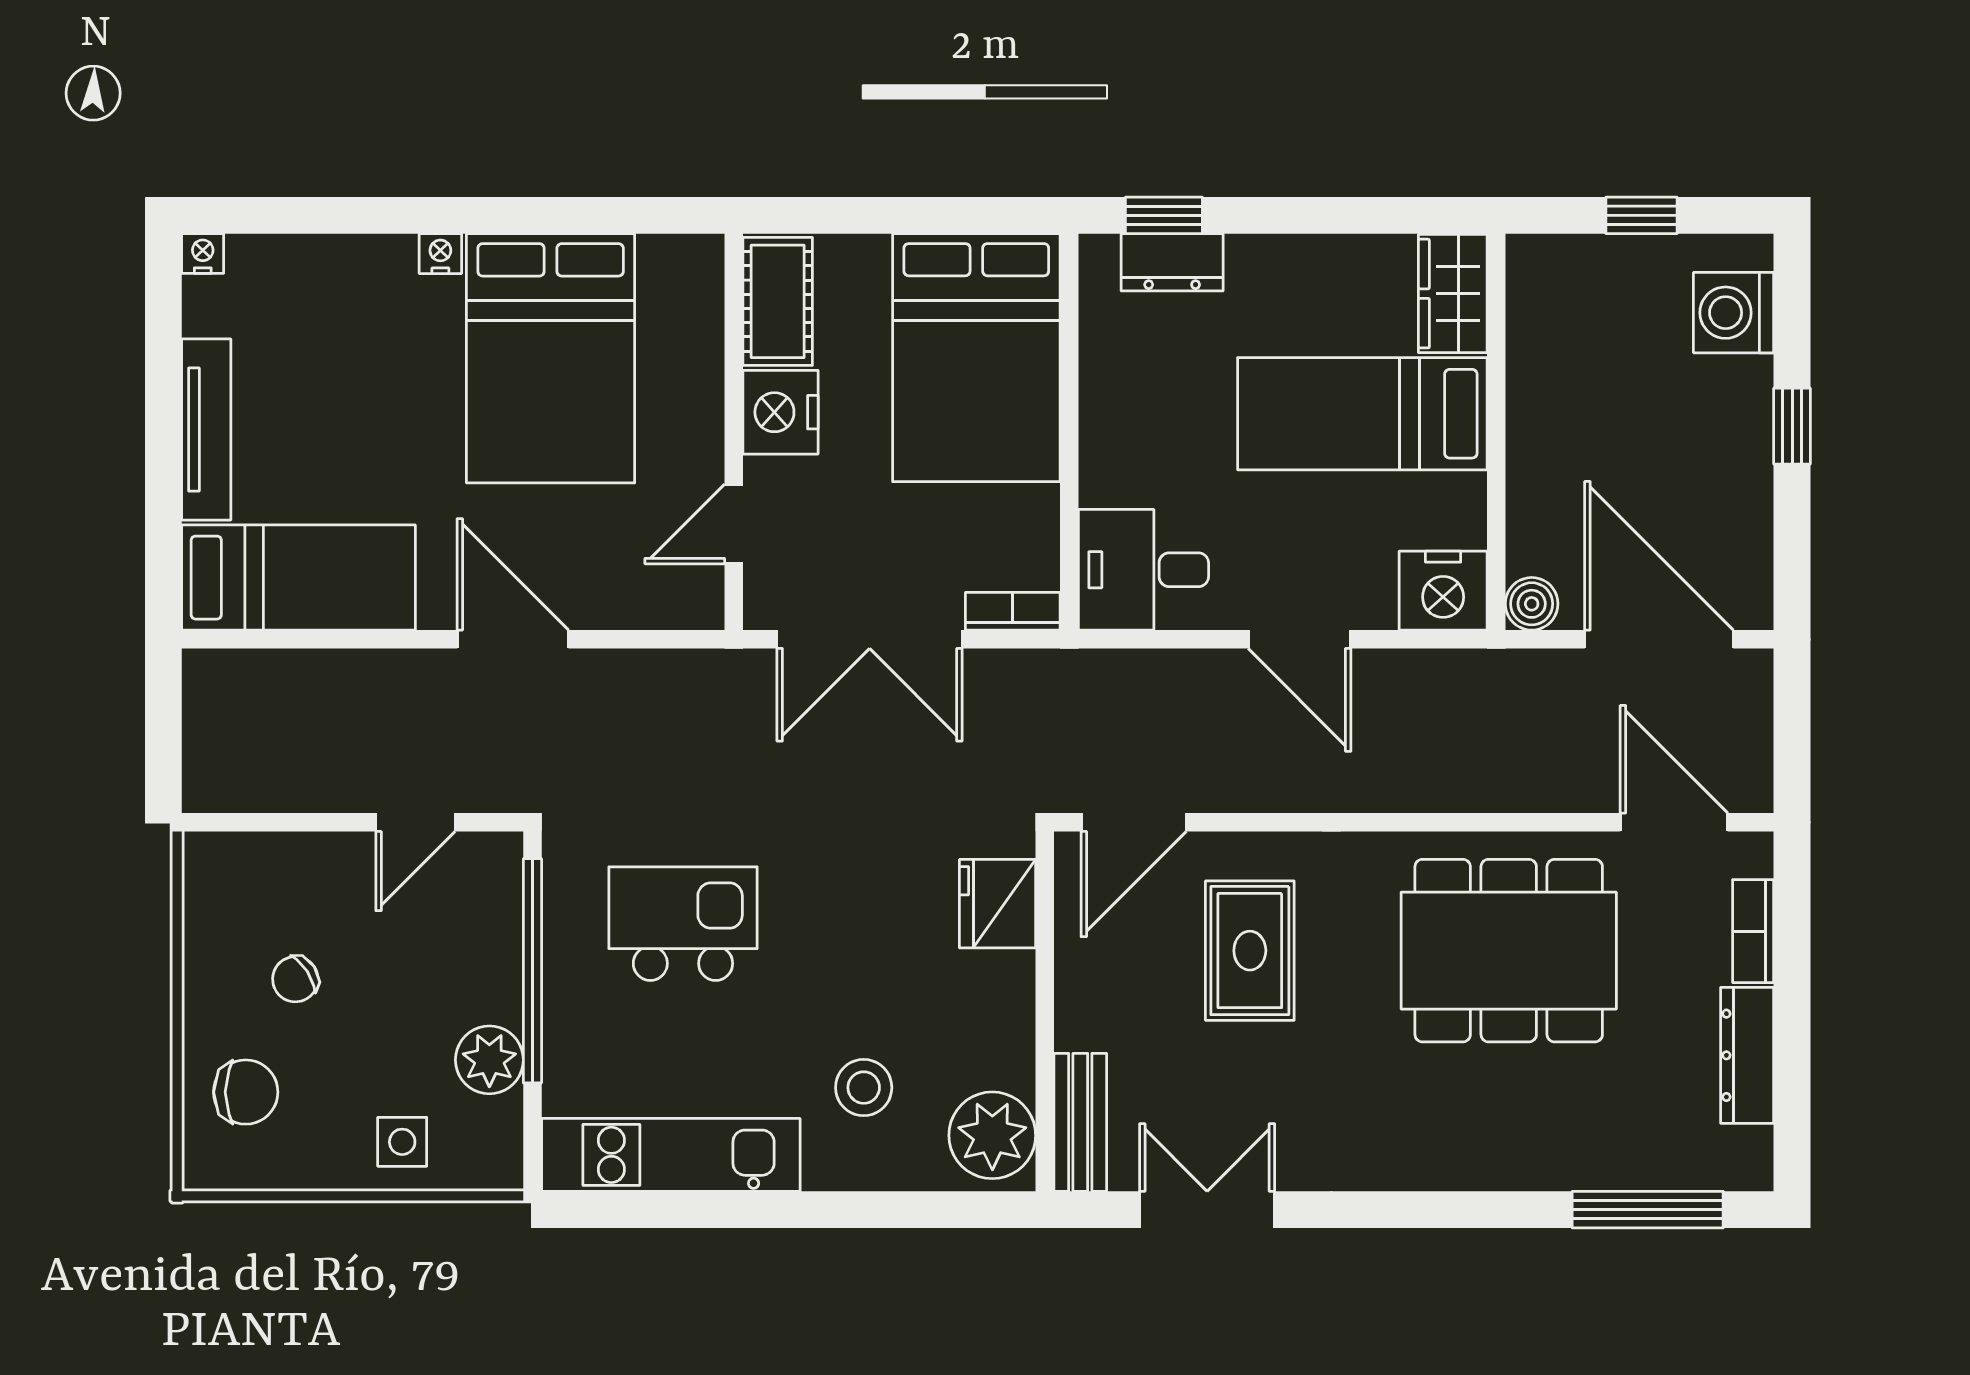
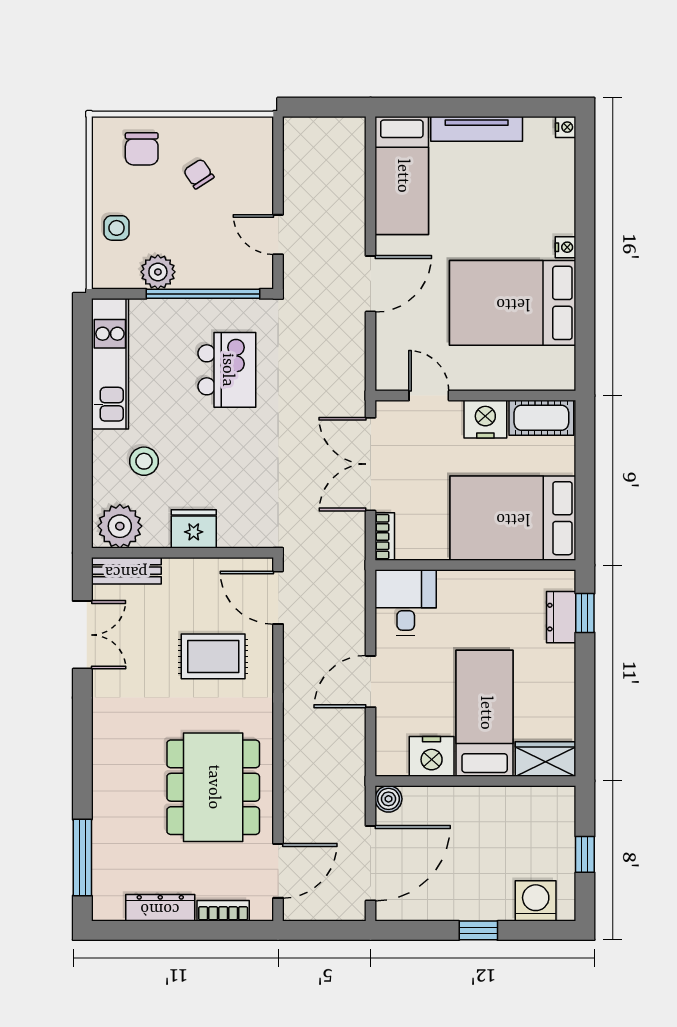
nightstand: (1443, 591) -> (432, 756), moved, turned -90
fridge: (998, 904) -> (194, 529), moved

